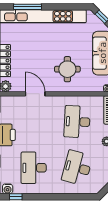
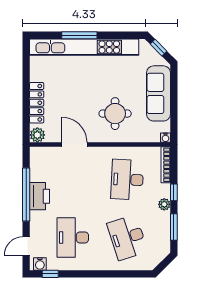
window: (28, 7) -> (79, 35), moved
desk: (77, 168) -> (127, 237), turned -33

